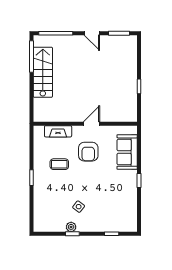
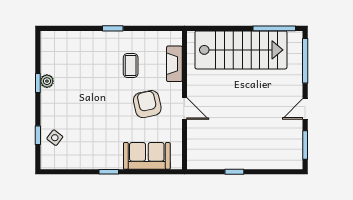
stairs: (43, 72) -> (241, 50), width x1.36, depth x1.51
armchair: (88, 152) -> (147, 104), turned 78
side table: (79, 207) -> (55, 138), moved

